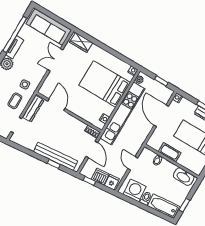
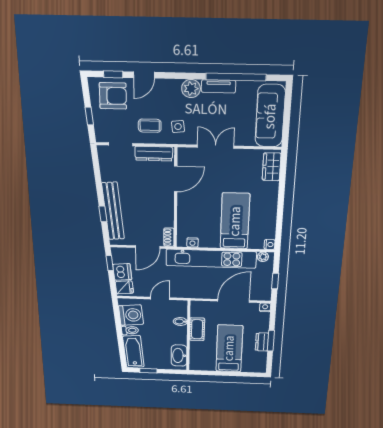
double door: (55, 60) -> (216, 147), moved
bed: (105, 84) -> (235, 221), width x0.67

